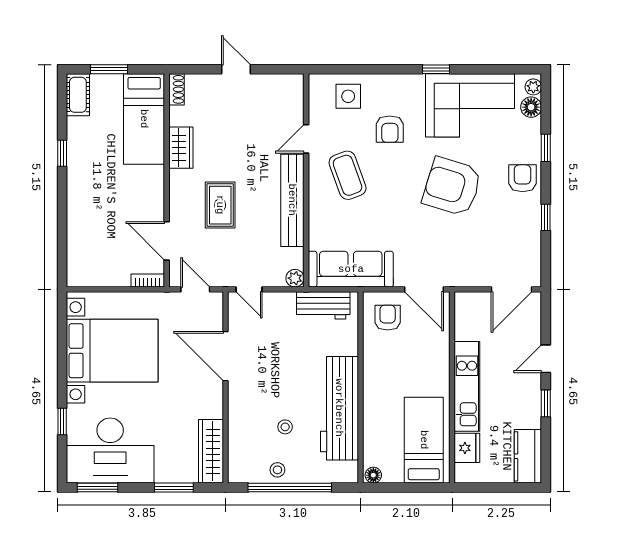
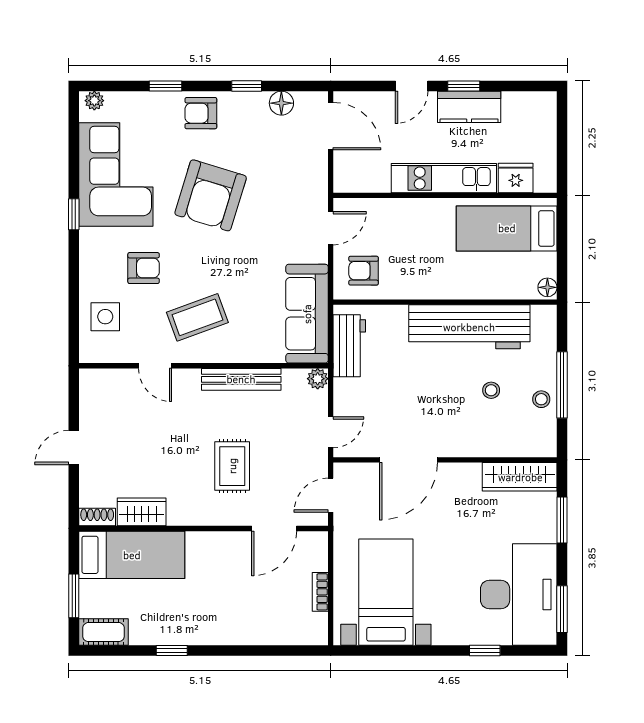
floor lamp: (531, 107) -> (281, 103), moved
wardrobe: (181, 148) -> (142, 512), moved
bench: (292, 200) -> (241, 379), width x0.73, depth x0.82
rug: (220, 205) -> (232, 466), turned 90
bookcase: (148, 280) -> (320, 592), moved
door: (424, 289) -> (331, 228), width x0.73
bed with nightstands: (112, 351) -> (386, 592), width x0.73
door: (546, 359) -> (412, 86), hinge flipped
kitchen counter: (528, 456) -> (469, 107), moved
window: (290, 488) -> (562, 385), width x0.68

